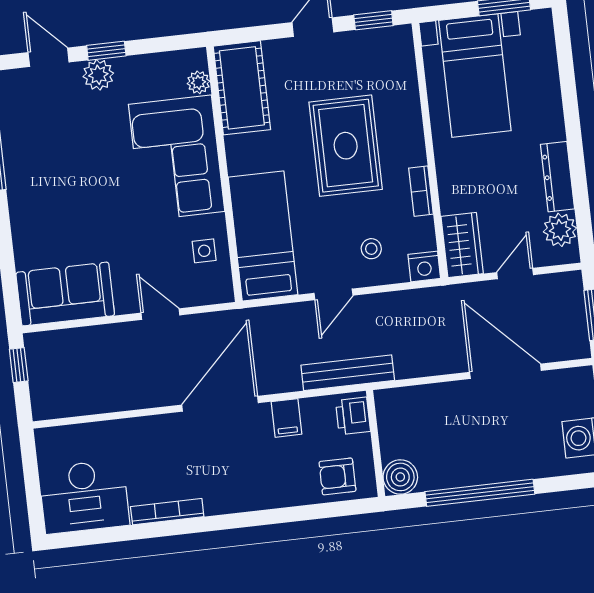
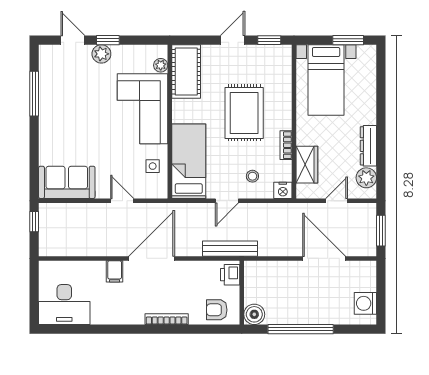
wardrobe: (462, 245) -> (307, 165), moved
filing cabinet: (286, 418) -> (115, 271), moved
bookcase: (167, 512) -> (167, 319), moved

